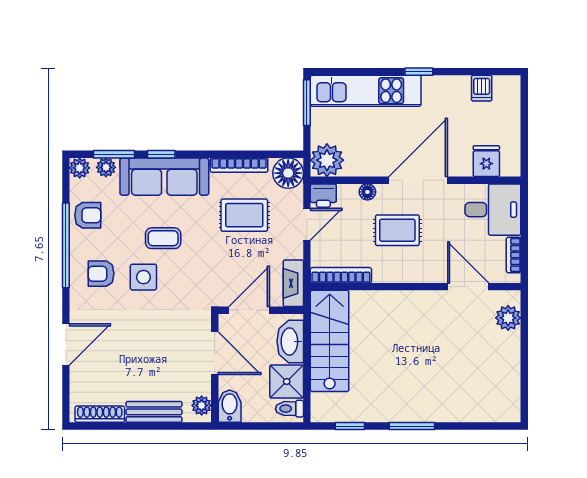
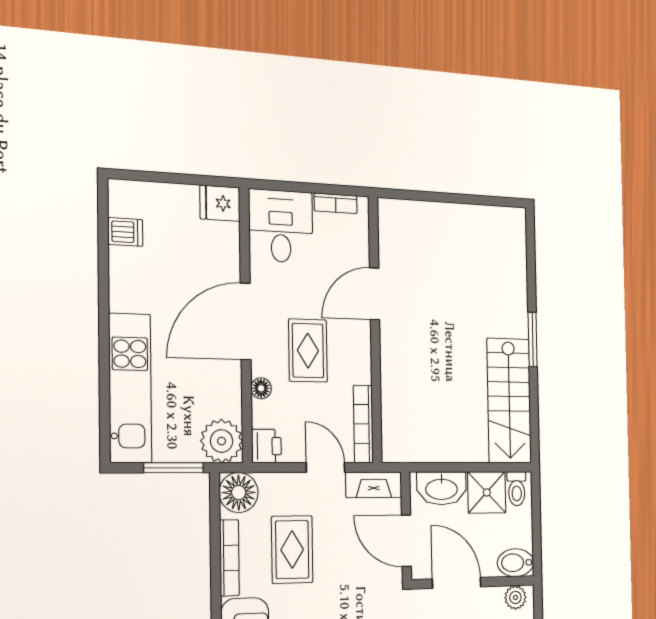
window: (419, 72) -> (104, 315), removed
window: (307, 103) -> (174, 468), moved
fridge: (486, 161) -> (220, 203), moved
door: (418, 180) -> (246, 321), hinge flipped
door: (307, 224) -> (326, 468), moved
door: (468, 287) -> (375, 294), moved
plant: (508, 318) -> (410, 215), removed
stairs: (330, 341) -> (509, 401), moved, turned -90
door: (215, 353) -> (457, 583), hinge flipped
window: (350, 426) -> (534, 415), removed

